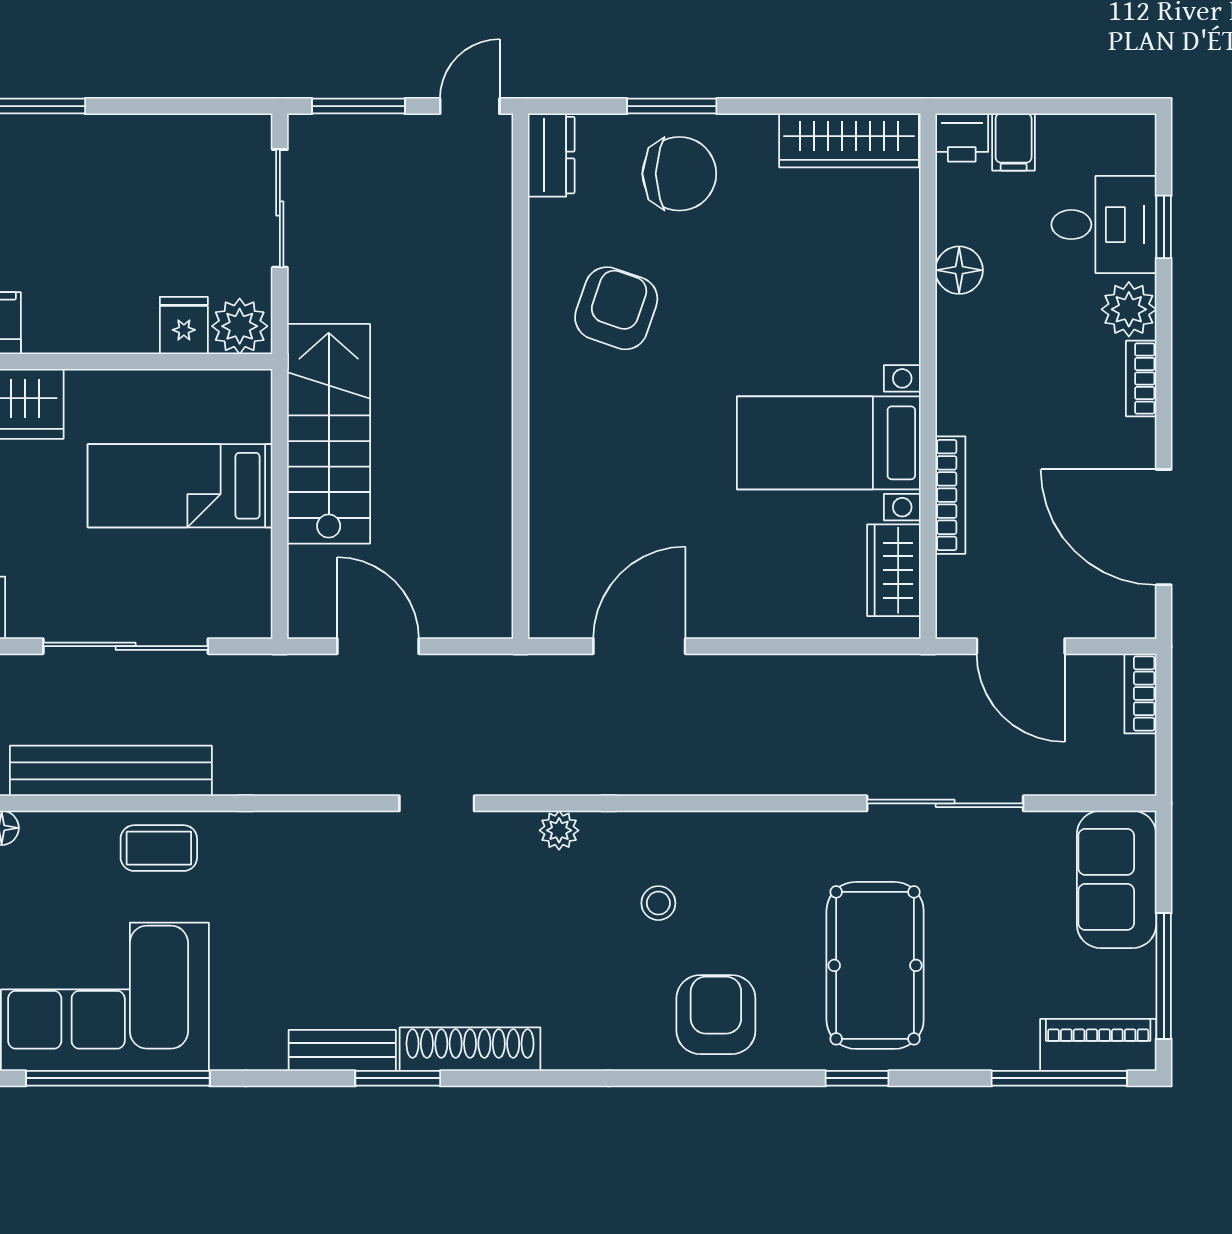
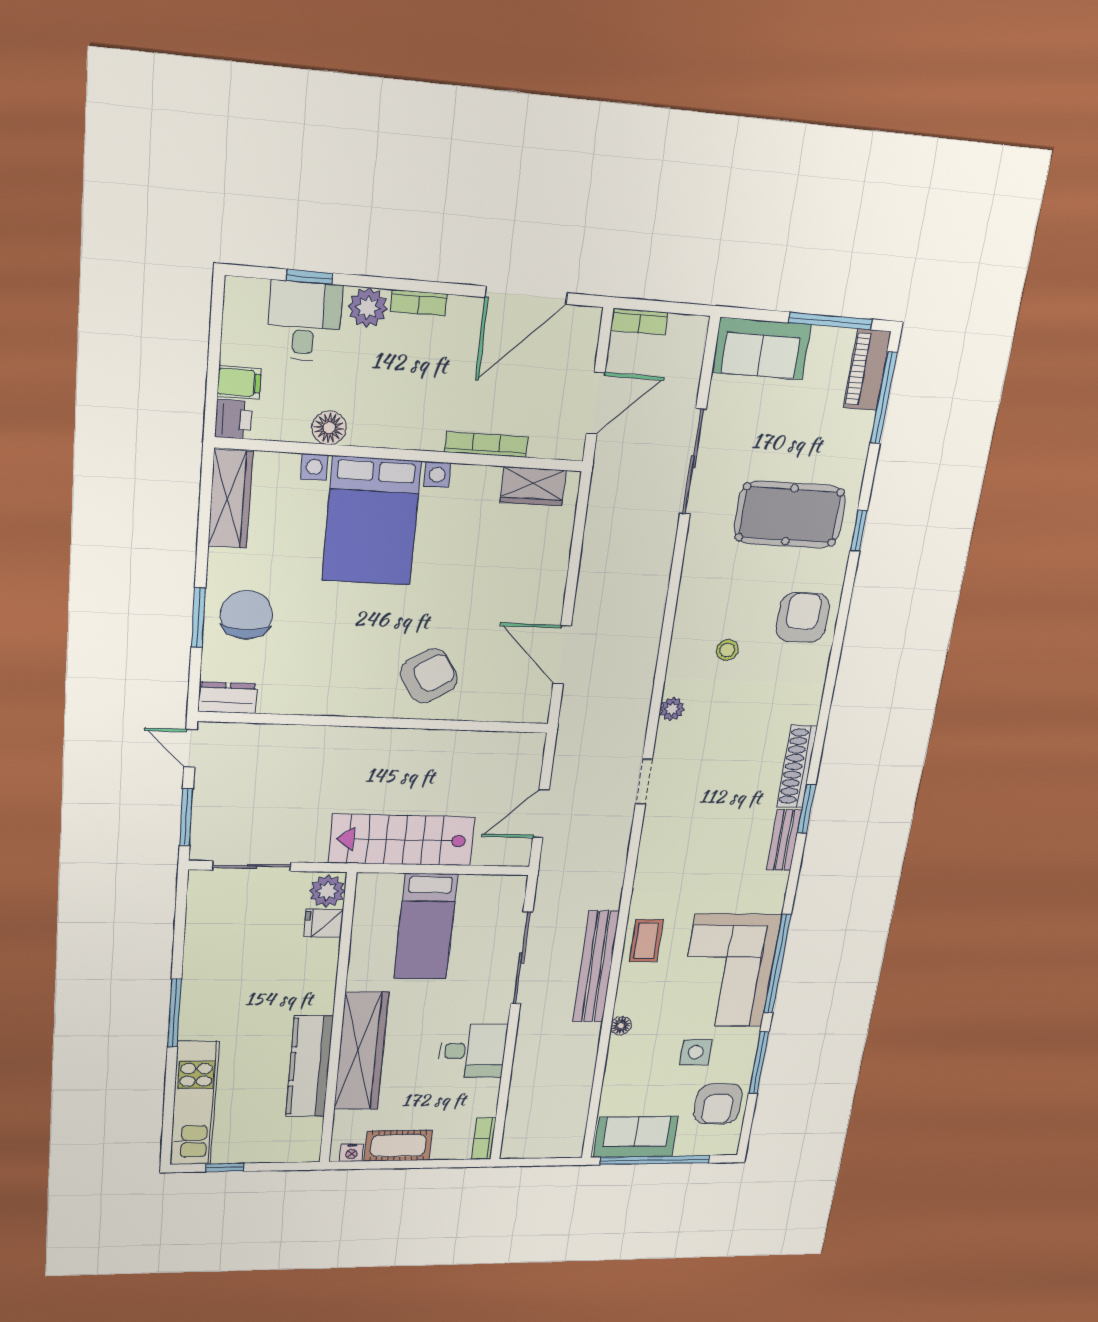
armchair: (616, 308) -> (429, 676), moved, turned 129
bed with nightstands: (829, 443) -> (372, 521), moved, width x1.36
armchair: (716, 1015) -> (803, 617), turned 90

